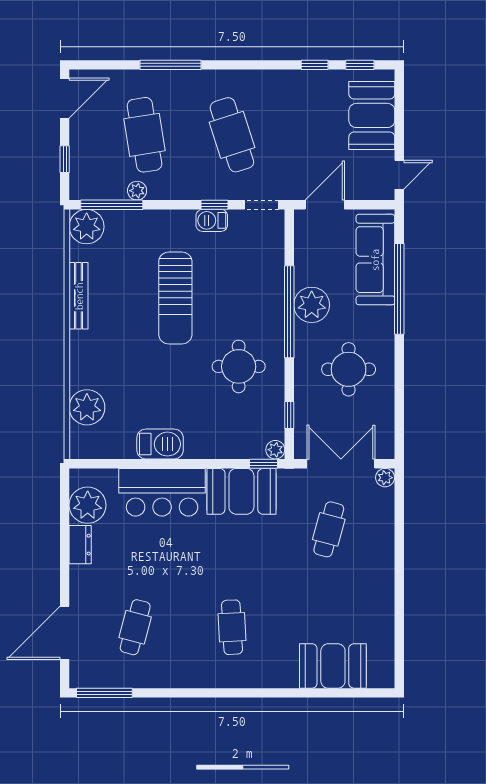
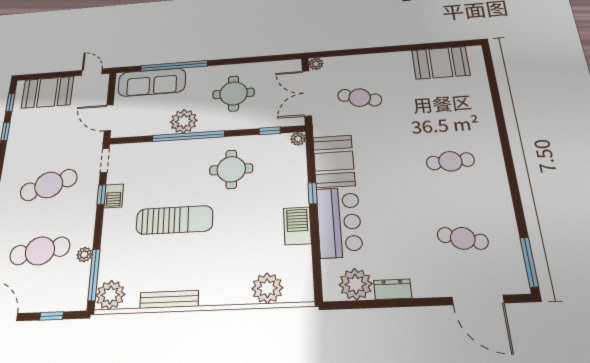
window: (263, 464) -> (313, 193), moved
booth: (333, 666) -> (441, 63), moved, turned 90

